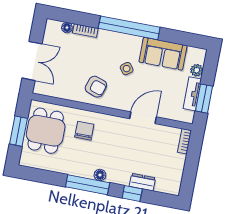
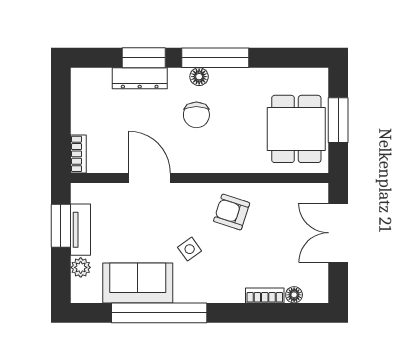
window: (129, 28) -> (159, 313), moved
door: (143, 118) -> (150, 178), swing flipped
chair: (84, 131) -> (196, 115), moved
dresser: (142, 182) -> (140, 78), width x1.44
window: (132, 193) -> (144, 58), width x1.50

